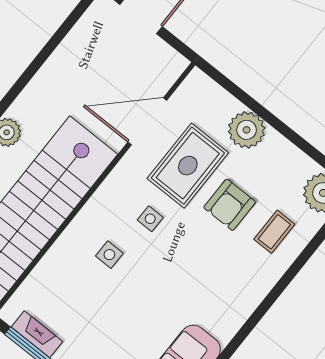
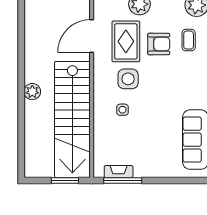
armchair: (230, 205) -> (159, 44), turned -90
side table: (150, 219) -> (128, 79), width x1.87, depth x1.87

